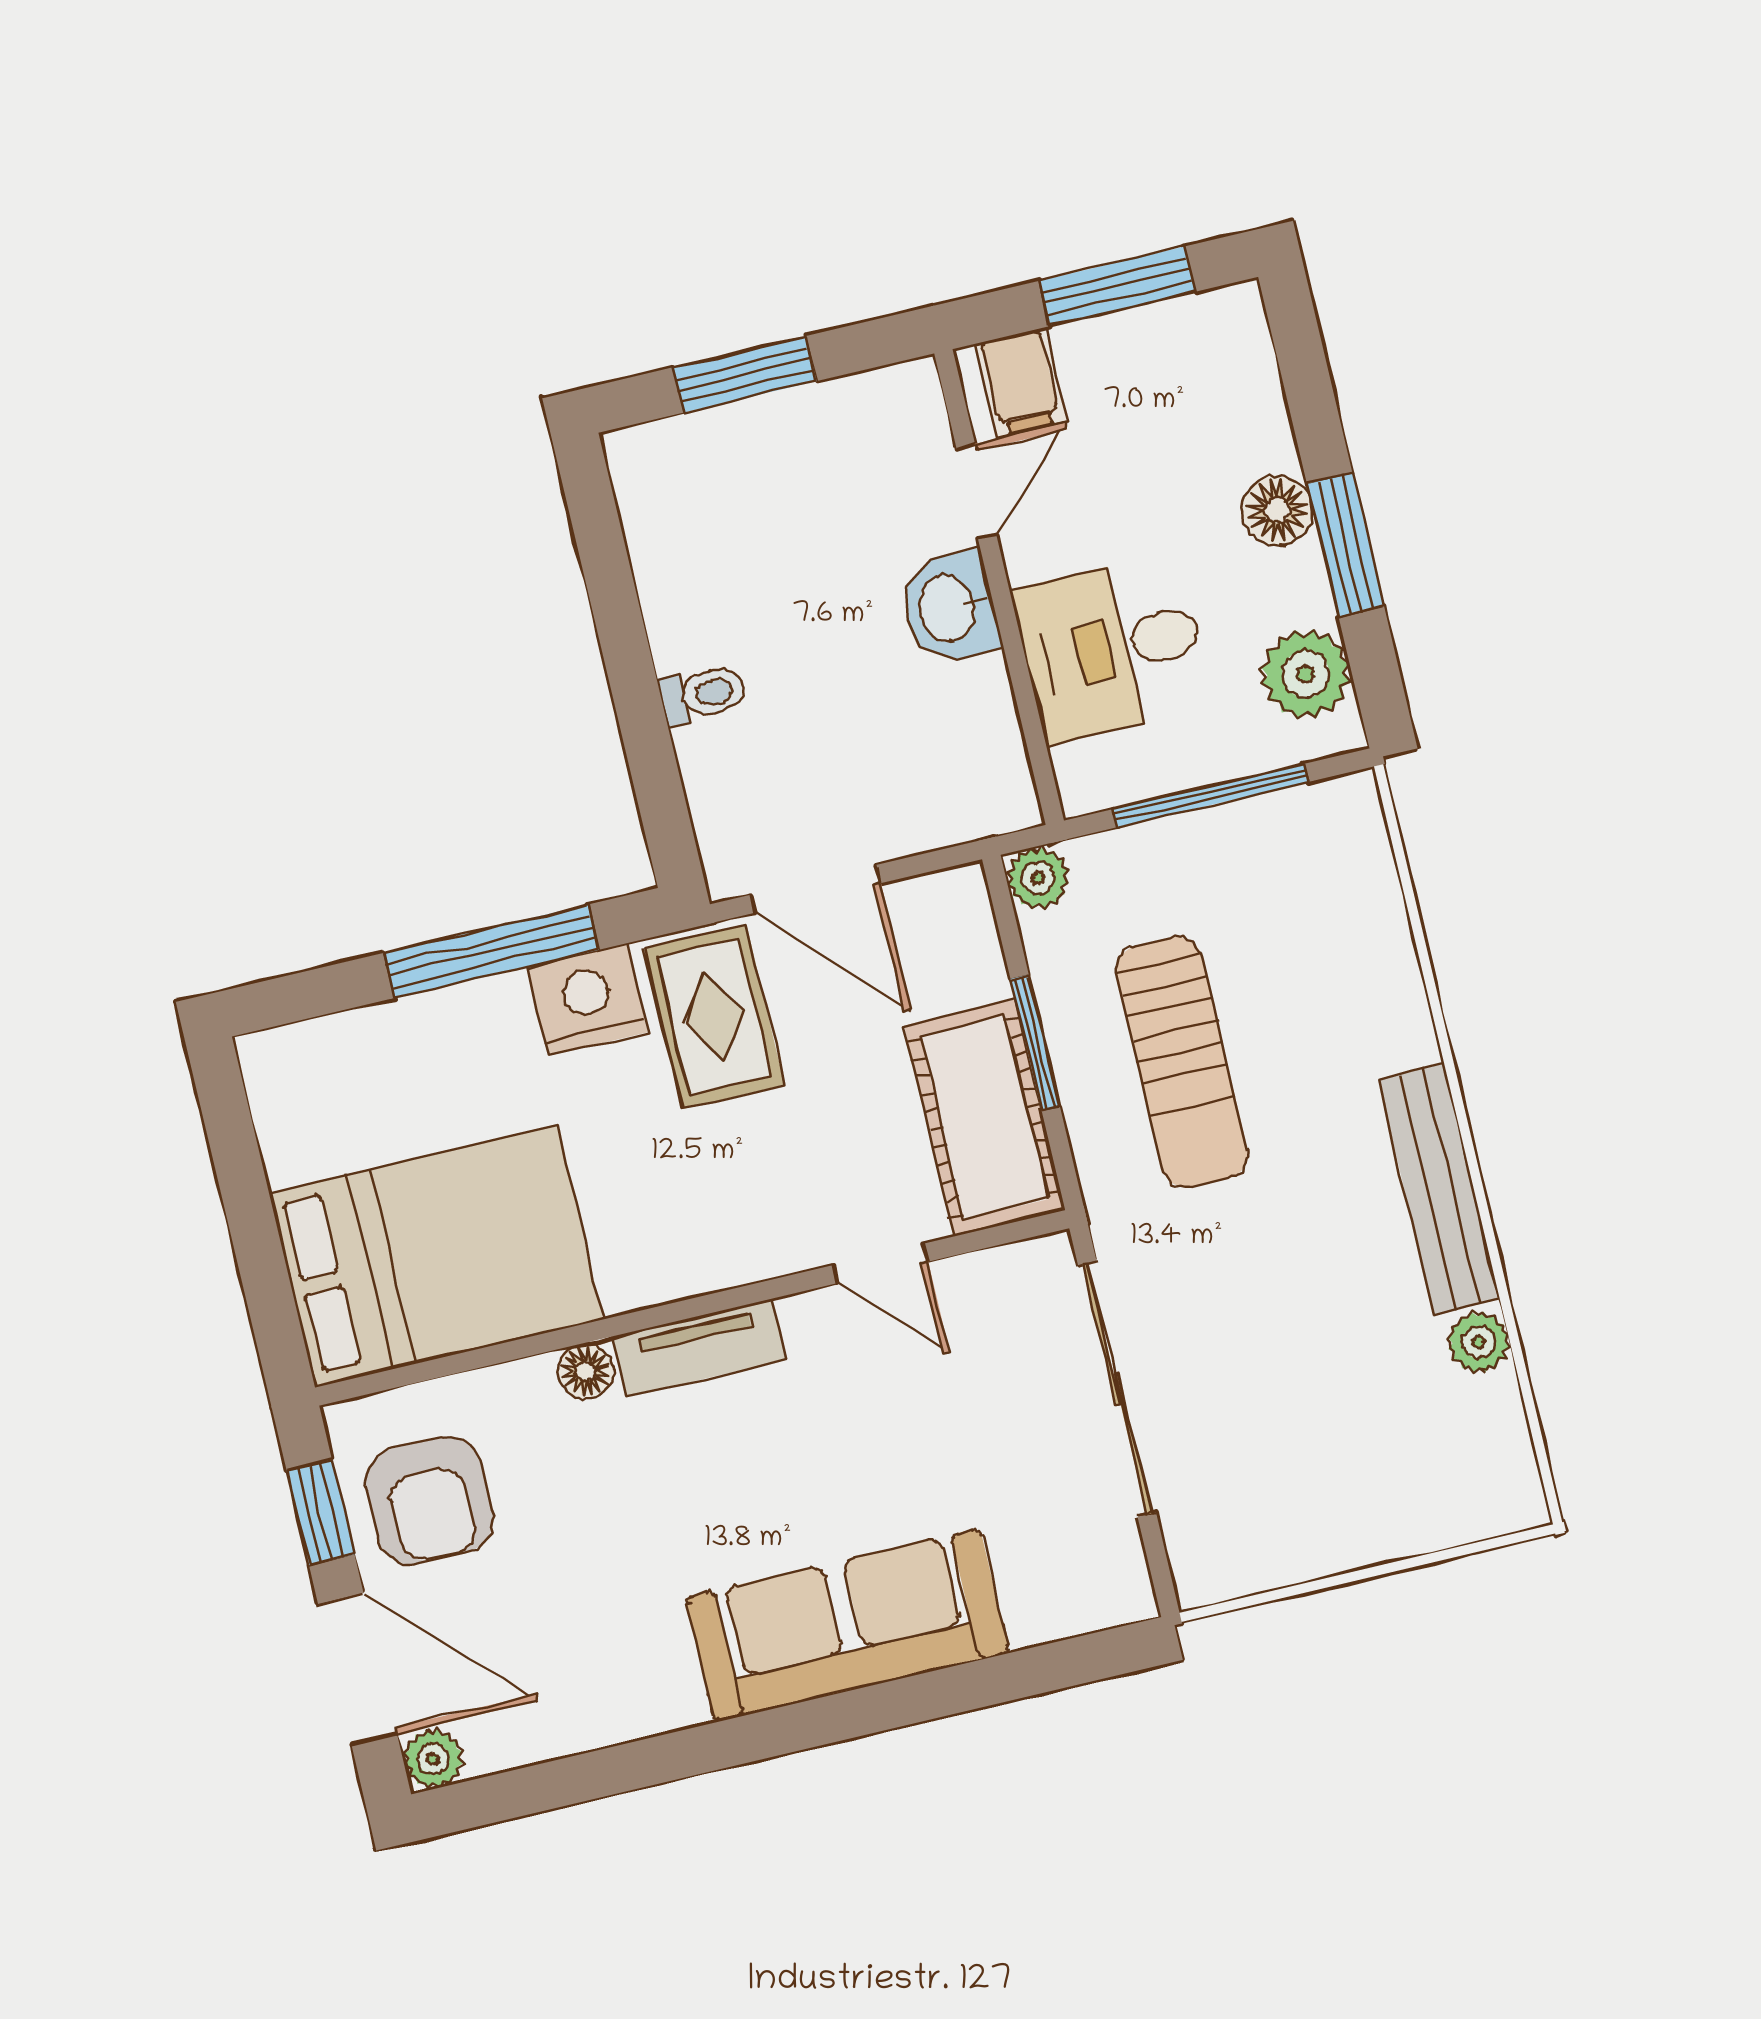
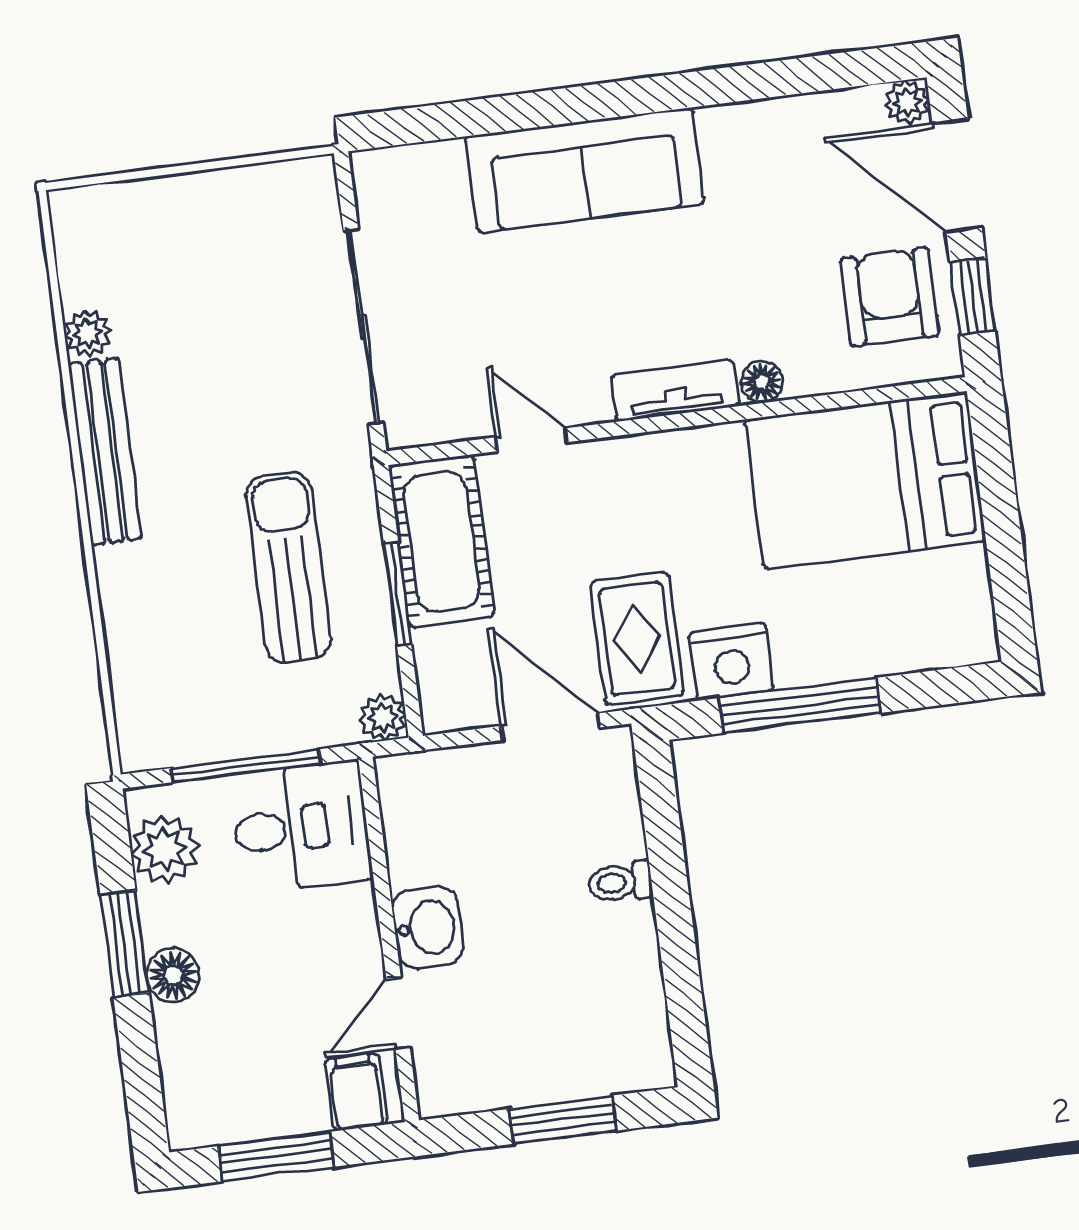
desk: (1112, 648) -> (301, 827), moved

